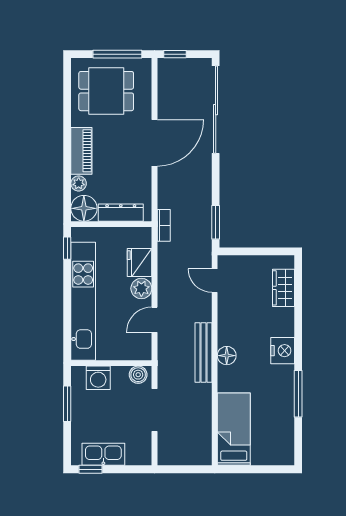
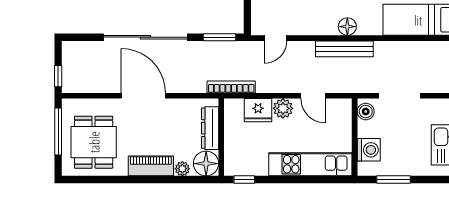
sliding door: (216, 110) -> (145, 37), moved
bookcase: (164, 225) -> (231, 87), width x1.56
kitchen unit: (83, 301) -> (310, 164), width x0.73

